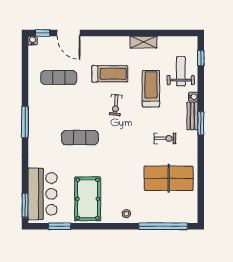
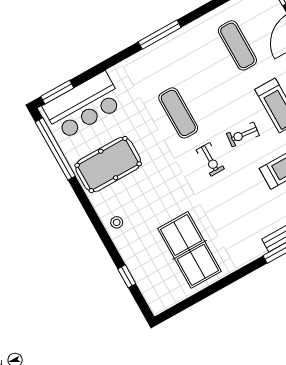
exercise bike: (165, 138) -> (210, 159), moved
window: (60, 226) -> (55, 149), width x2.11
window: (163, 226) -> (127, 276), width x0.32

